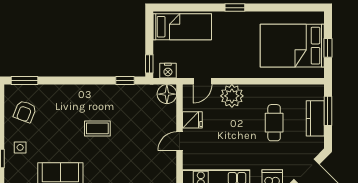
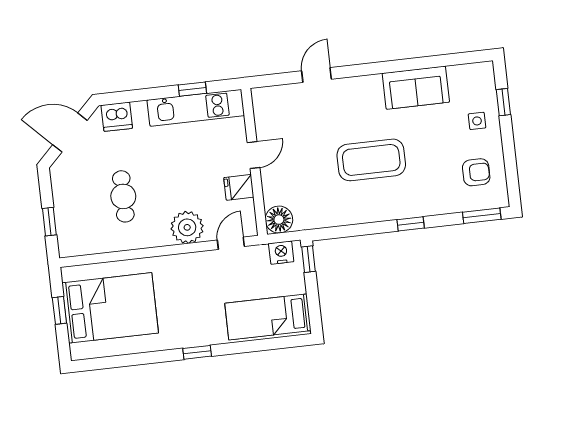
window: (125, 81) -> (411, 224), moved
armchair: (25, 111) -> (476, 172), turned 69
window: (328, 111) -> (49, 222), width x0.67
kitchen counter: (315, 118) -> (66, 209), removed
coffee table: (97, 128) -> (371, 160), width x1.86, depth x1.72

